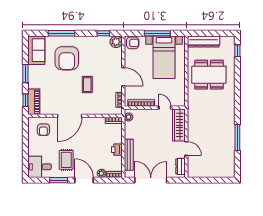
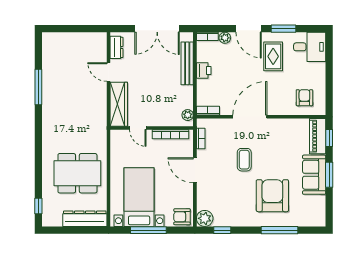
sofa: (36, 50) -> (314, 175), moved
door: (70, 116) -> (250, 117), moved

